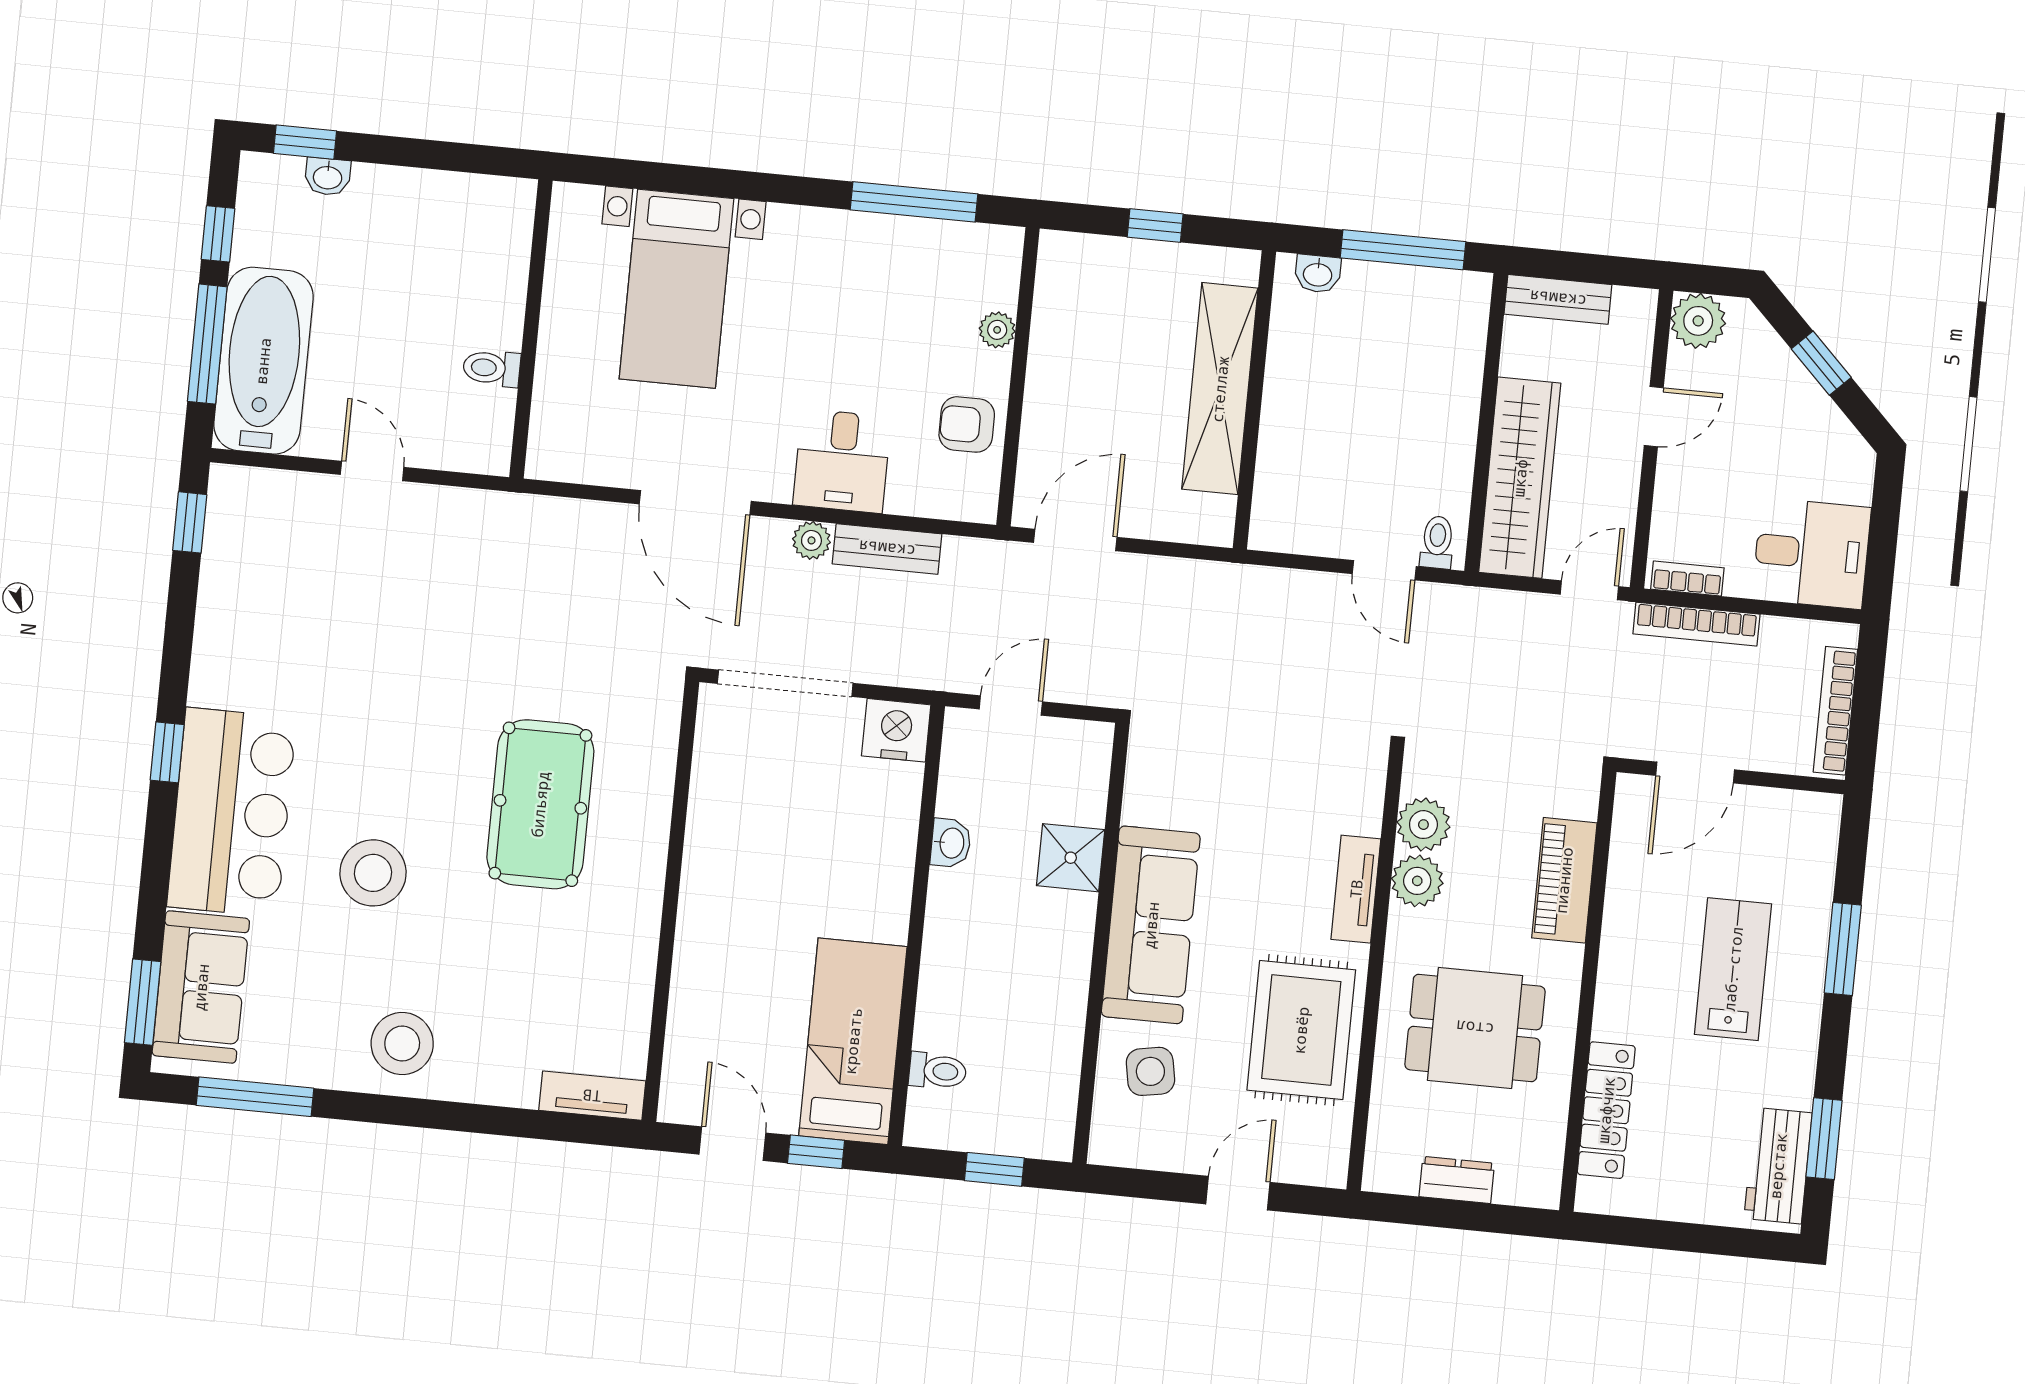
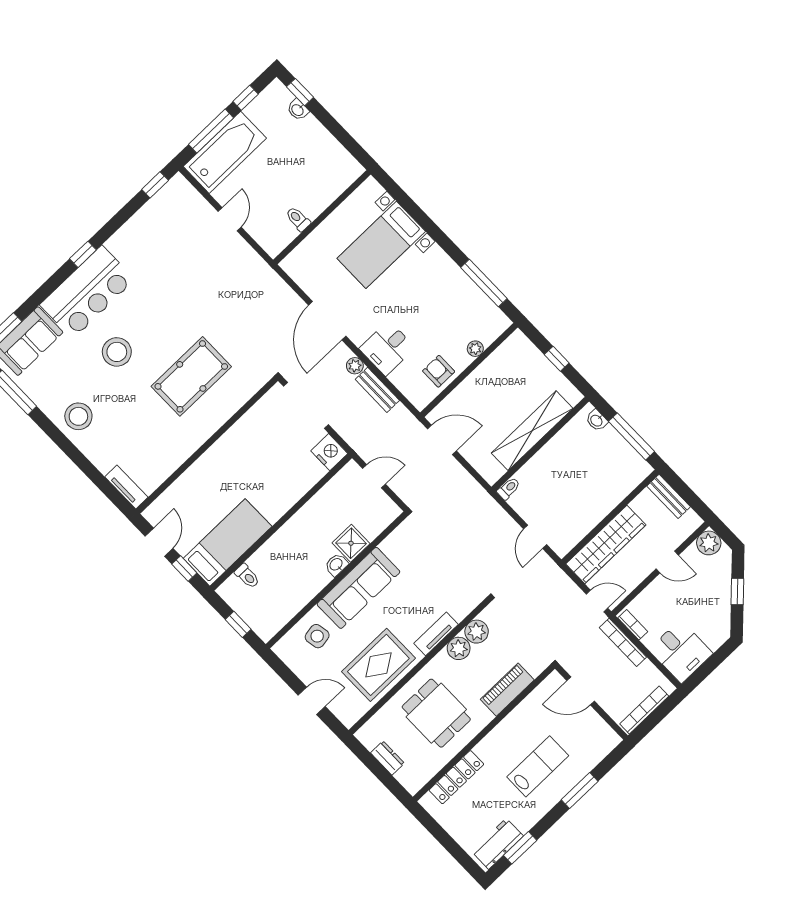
toilet: (1437, 542) -> (509, 488), moved
washbasin: (951, 843) -> (336, 565), moved, turned 180

